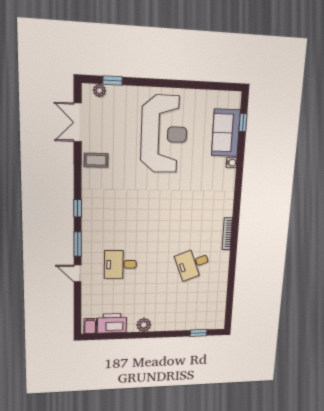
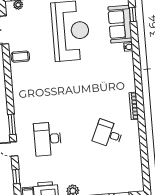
window: (78, 208) -> (16, 177), moved
desk: (120, 264) -> (48, 139), width x1.37
desk: (193, 264) -> (108, 134), turned 45

